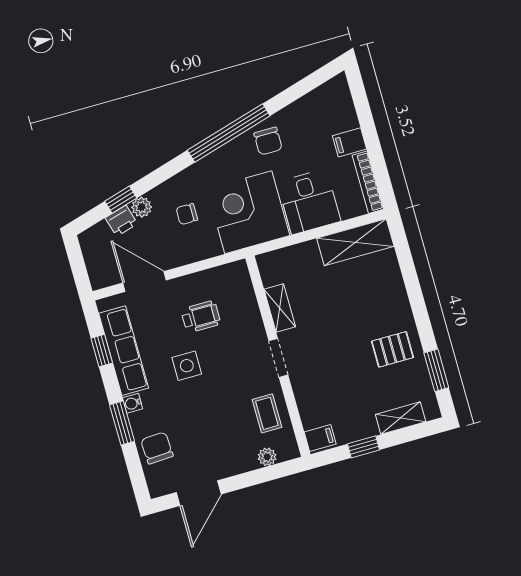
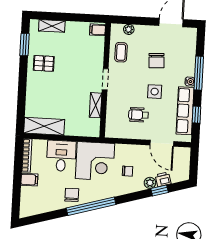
window: (122, 423) -> (199, 73), width x1.44
window: (364, 447) -> (76, 17), removed
chair: (157, 448) -> (156, 61), moved

